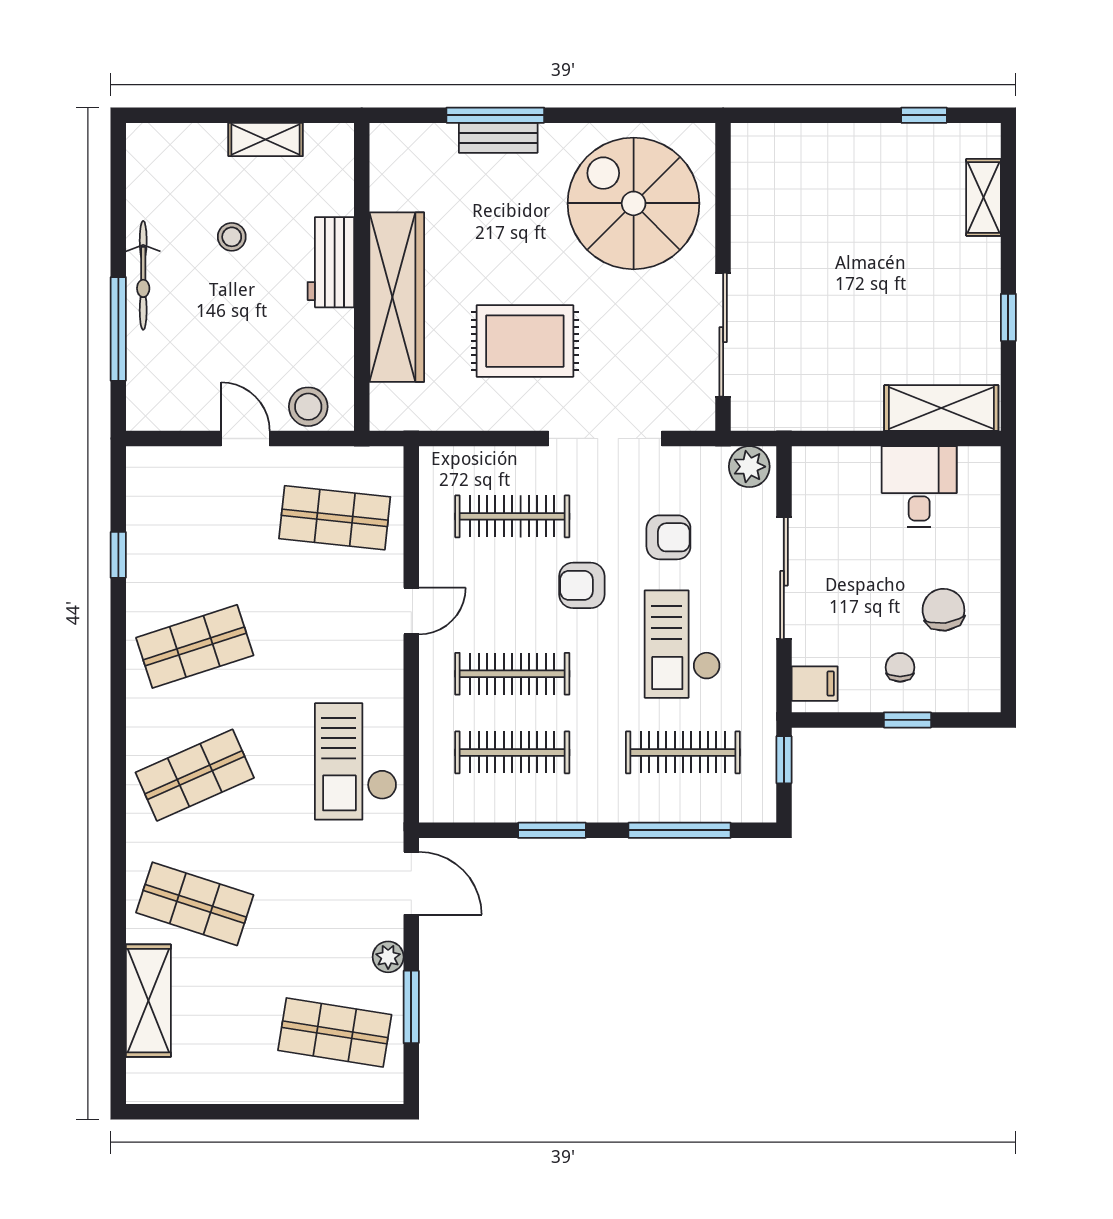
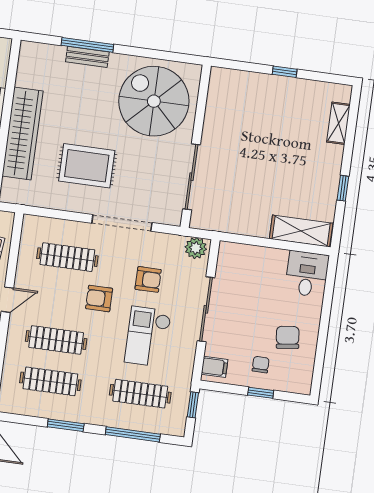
window: (924, 115) -> (285, 72), moved
desk: (919, 487) -> (307, 274), moved

